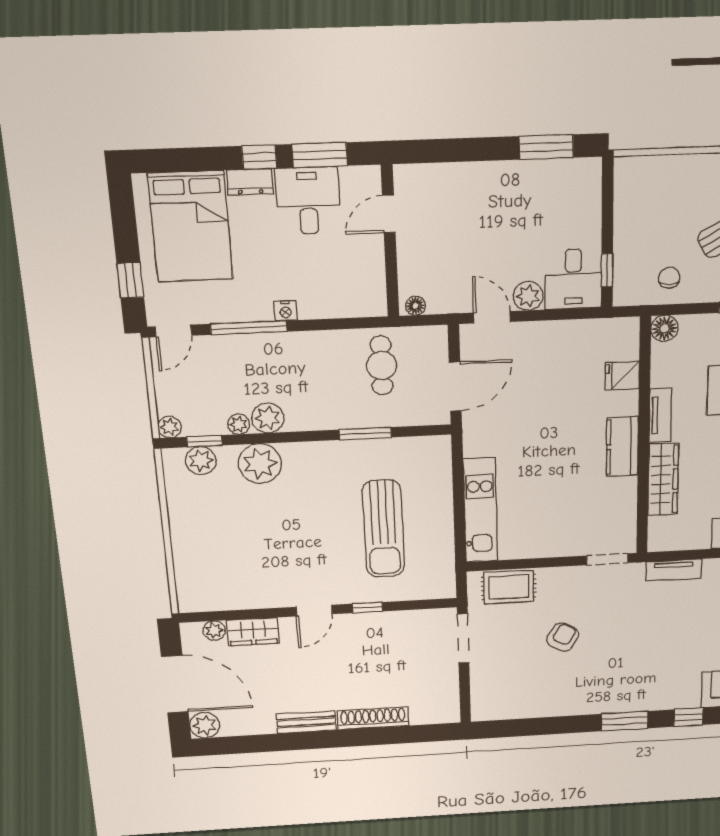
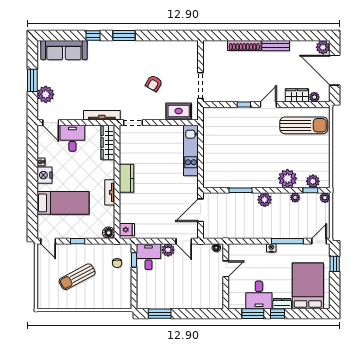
door: (389, 214) -> (226, 269), moved
chair: (669, 278) -> (117, 263), moved
cafe table: (382, 365) -> (232, 221), removed
fridge: (622, 376) -> (127, 230), moved
plant: (268, 418) -> (265, 200), moved
wardrobe: (663, 480) -> (108, 143), moved
sun lounger: (384, 529) -> (304, 125), moved, turned 90
tv unit: (674, 570) -> (102, 115), width x1.41

